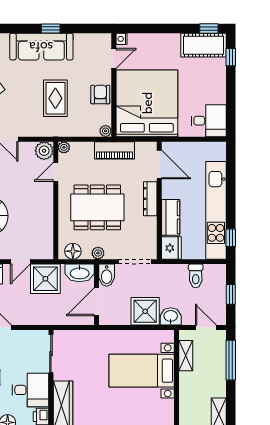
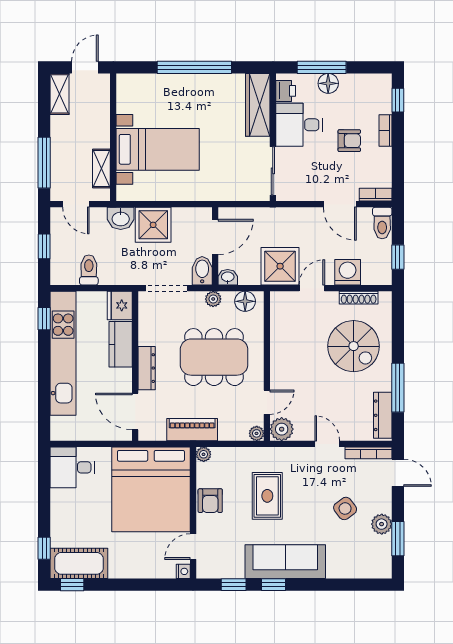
window: (82, 28) -> (234, 585), added
washbasin: (80, 273) -> (228, 277), width x0.52, depth x0.69

